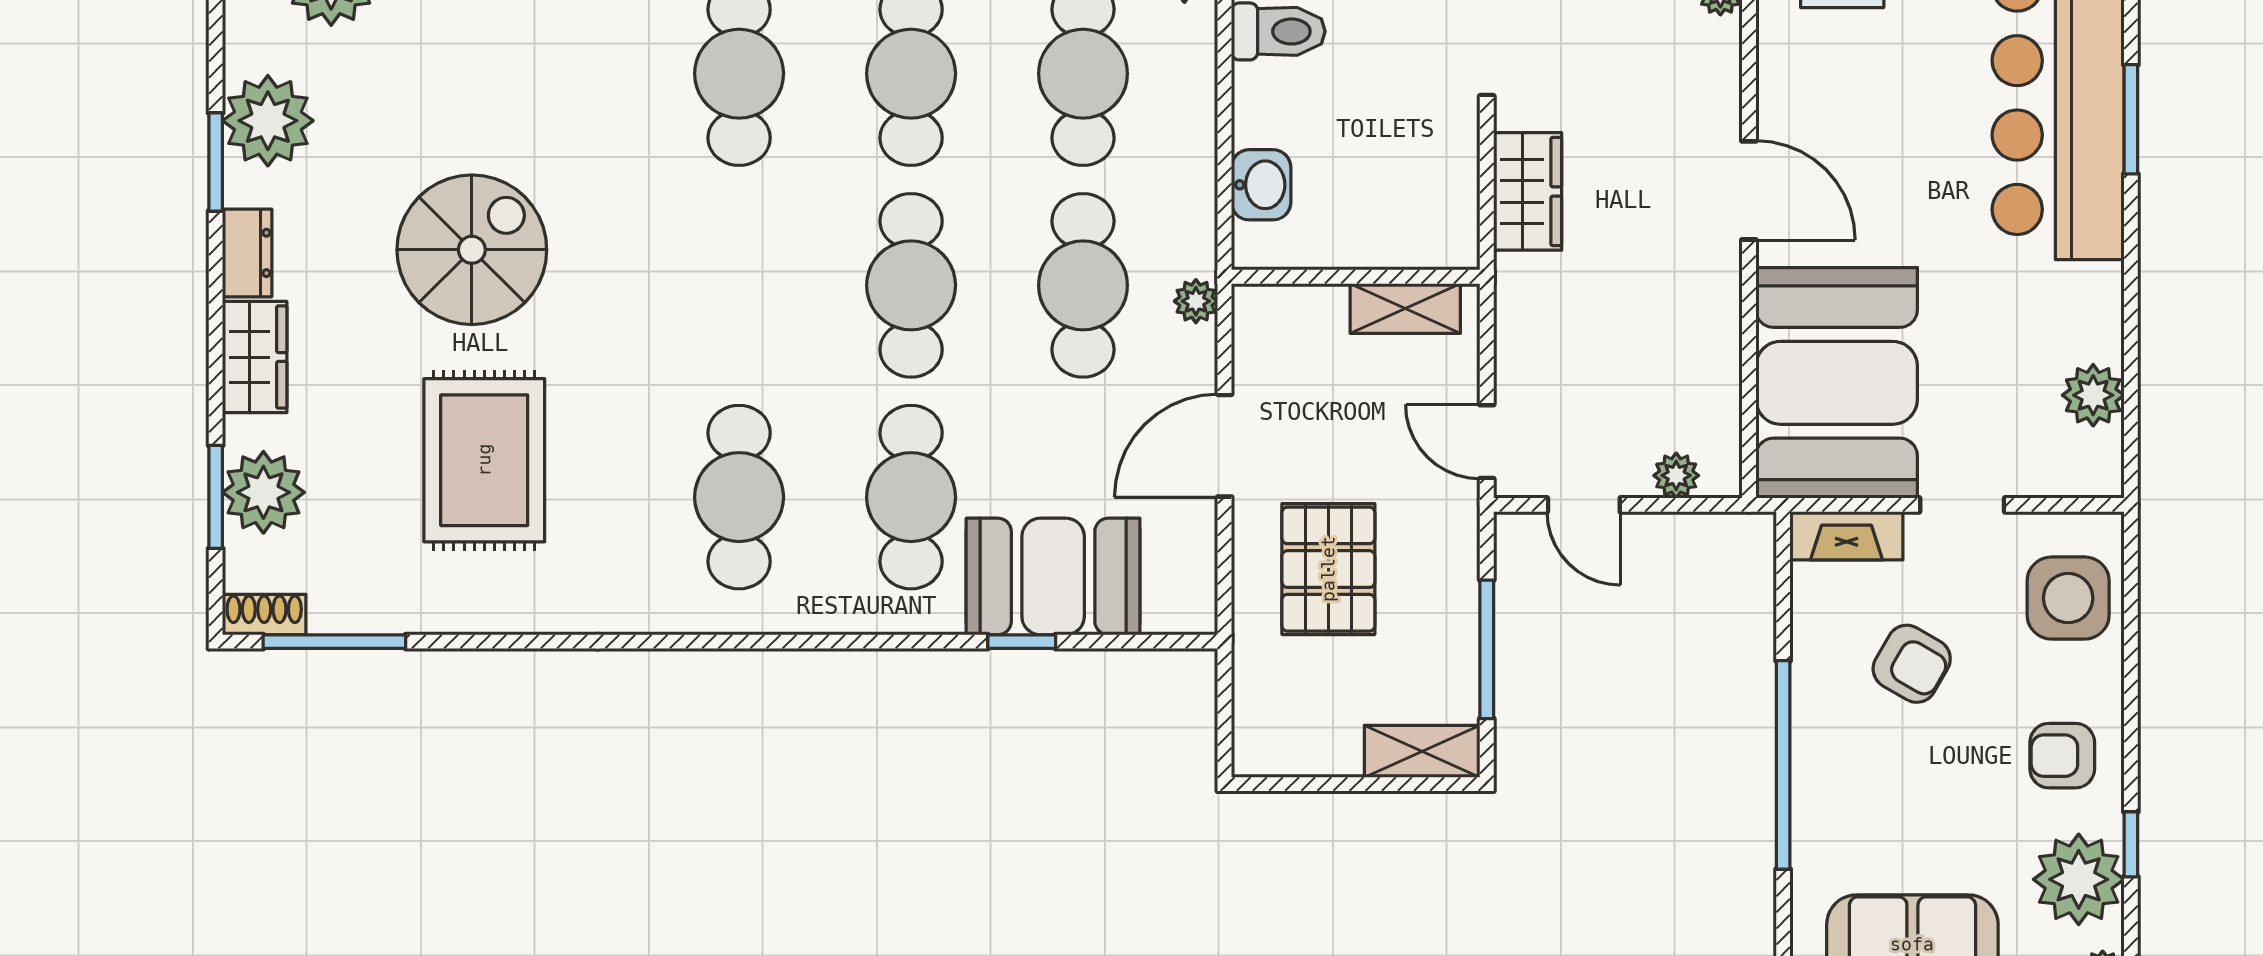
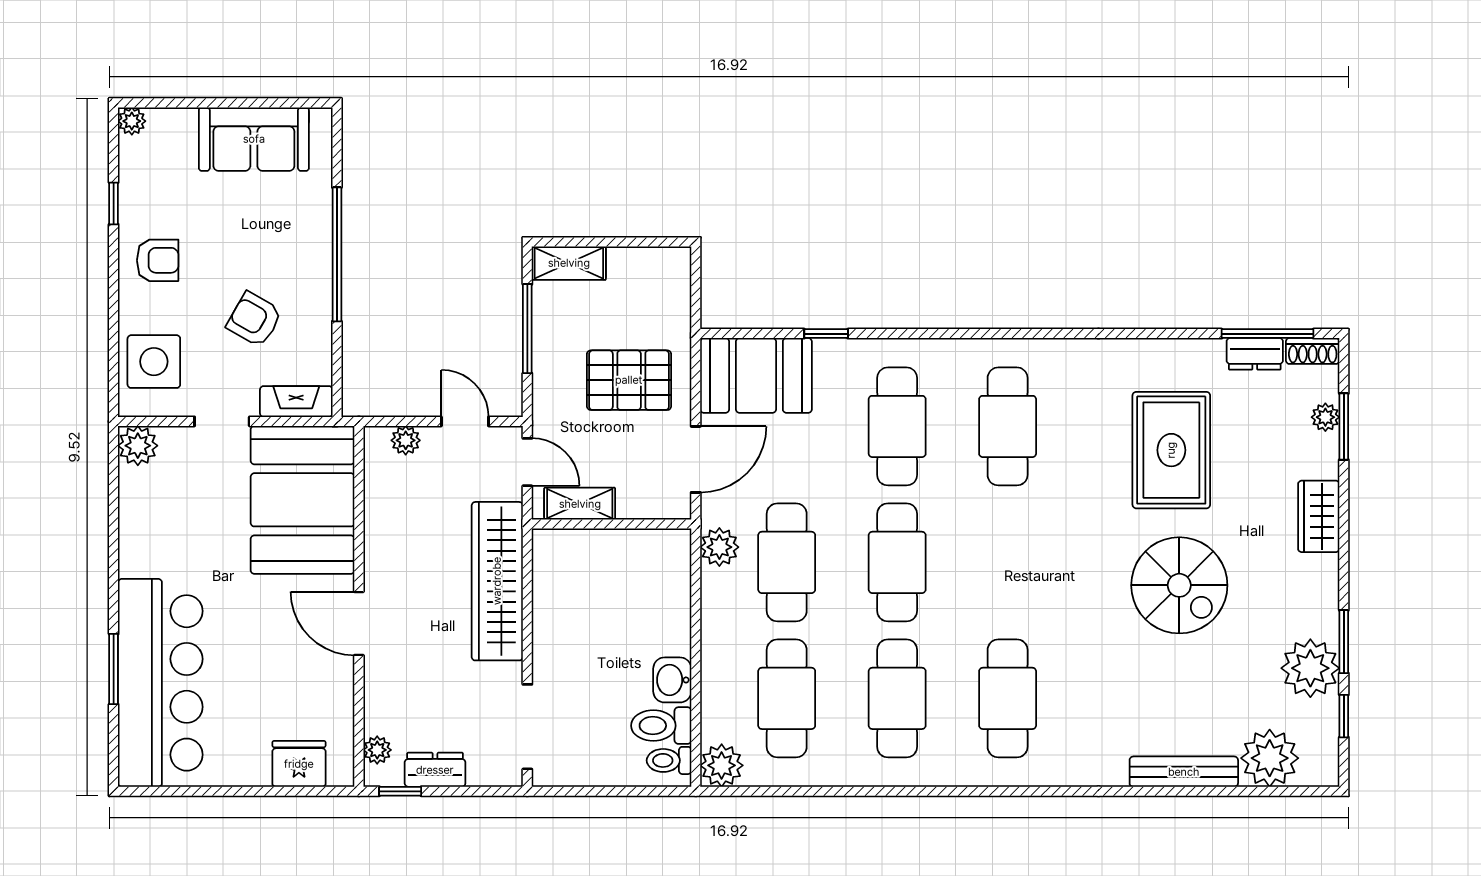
window: (216, 46) -> (1344, 716), added
washbasin: (1261, 185) -> (672, 680), moved
wardrobe: (1528, 191) -> (497, 581), width x2.10, depth x1.17
spiral stairs: (472, 250) -> (1179, 585), turned -90
dresser: (247, 253) -> (1255, 354), moved, turned -90
wall: (1356, 277) -> (612, 524), moved
plant: (1196, 301) -> (719, 547), width x1.38, depth x1.38
shelving: (1405, 309) -> (580, 504), moved
plant: (2093, 395) -> (138, 446), moved
plant: (263, 492) -> (1325, 417), width x0.53, depth x0.53
pallet: (1328, 569) -> (629, 380), turned 90
booth: (1053, 576) -> (756, 375), moved
plant: (2079, 879) -> (147, 181), removed

